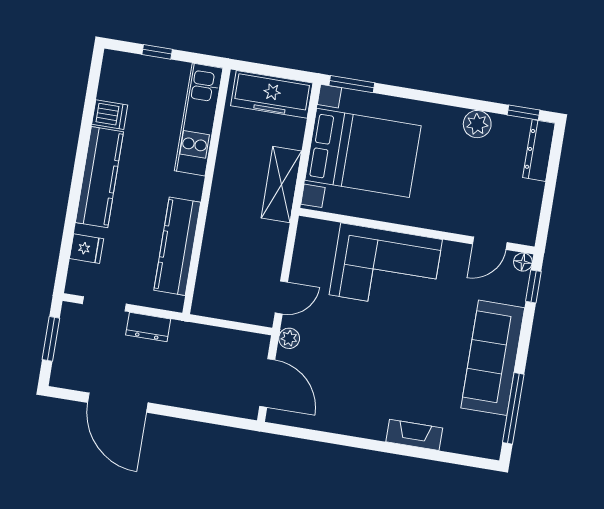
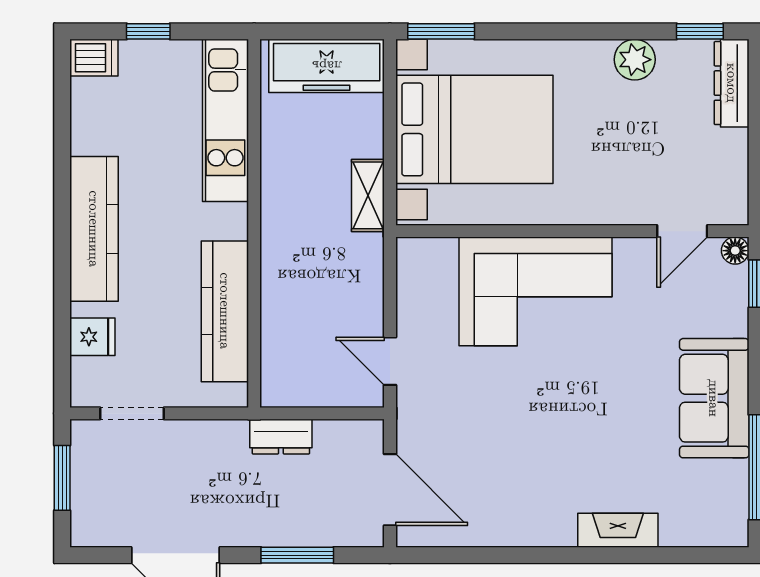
dishwasher: (110, 115) -> (94, 58), moved
shelving: (281, 184) -> (368, 195), width x0.67, depth x0.75
door: (281, 297) -> (390, 361), swing flipped
dresser: (148, 327) -> (281, 437), moved
plant: (289, 338) -> (411, 419), removed
sofa: (493, 358) -> (714, 398), width x0.73
window: (199, 416) -> (297, 555), added

